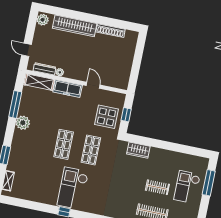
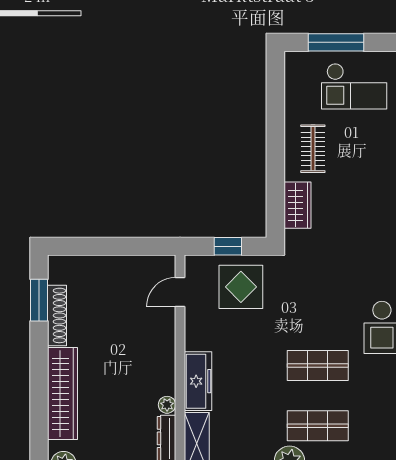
window: (119, 24) -> (39, 300), added
door: (93, 85) -> (180, 292), moved
shop shelf: (91, 150) -> (318, 426), moved
clothes rail: (157, 187) -> (313, 149), moved

